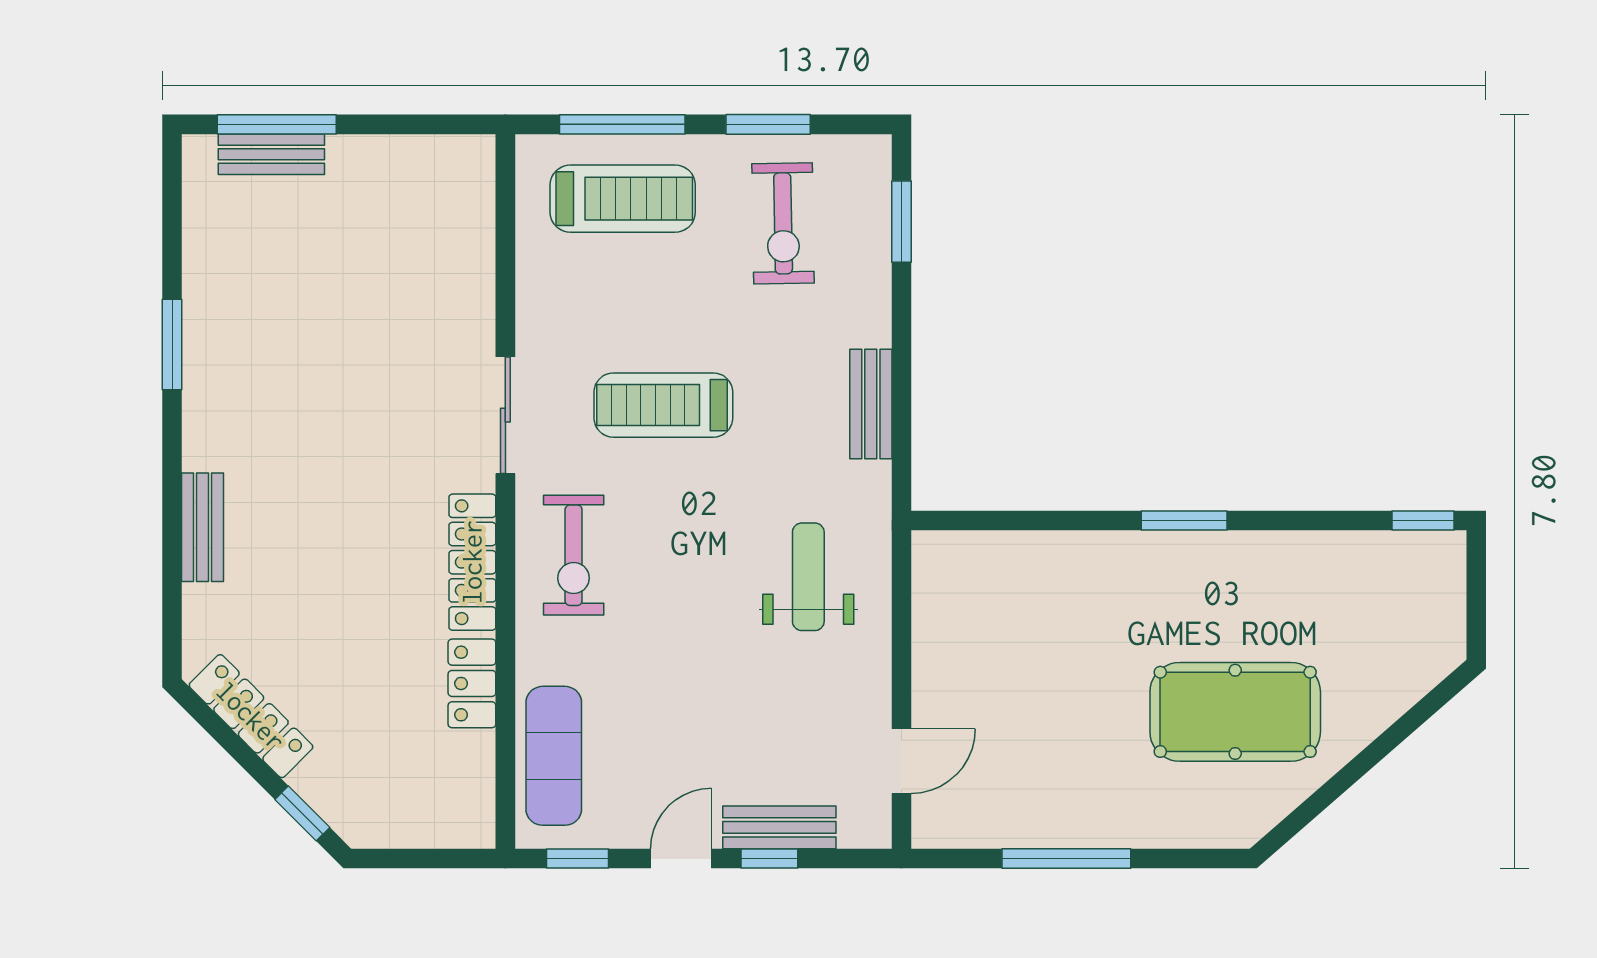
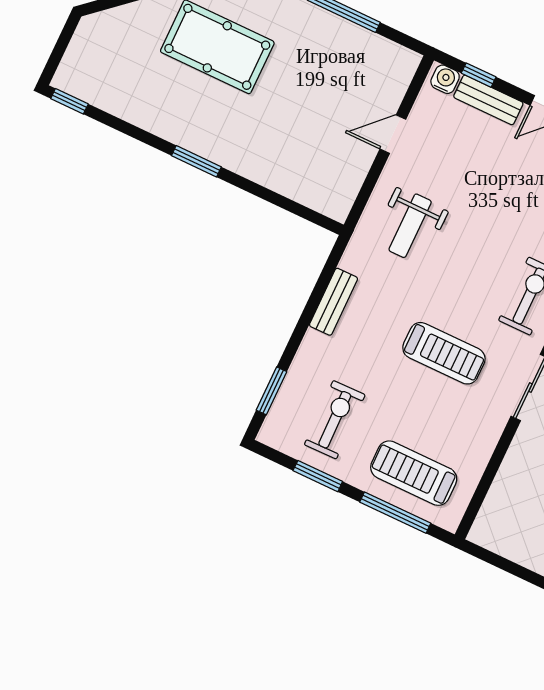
door: (901, 761) -> (393, 134), moved
water cooler: (861, 828) -> (445, 79), added
window: (769, 859) -> (479, 75), moved

